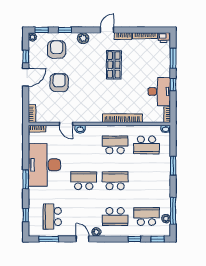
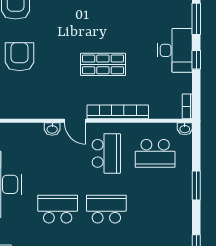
shop shelf: (114, 65) -> (103, 64), moved, turned 90
desk: (159, 91) -> (175, 50), moved
door: (66, 124) -> (75, 121), moved
school desk: (115, 145) -> (106, 153), turned 90

